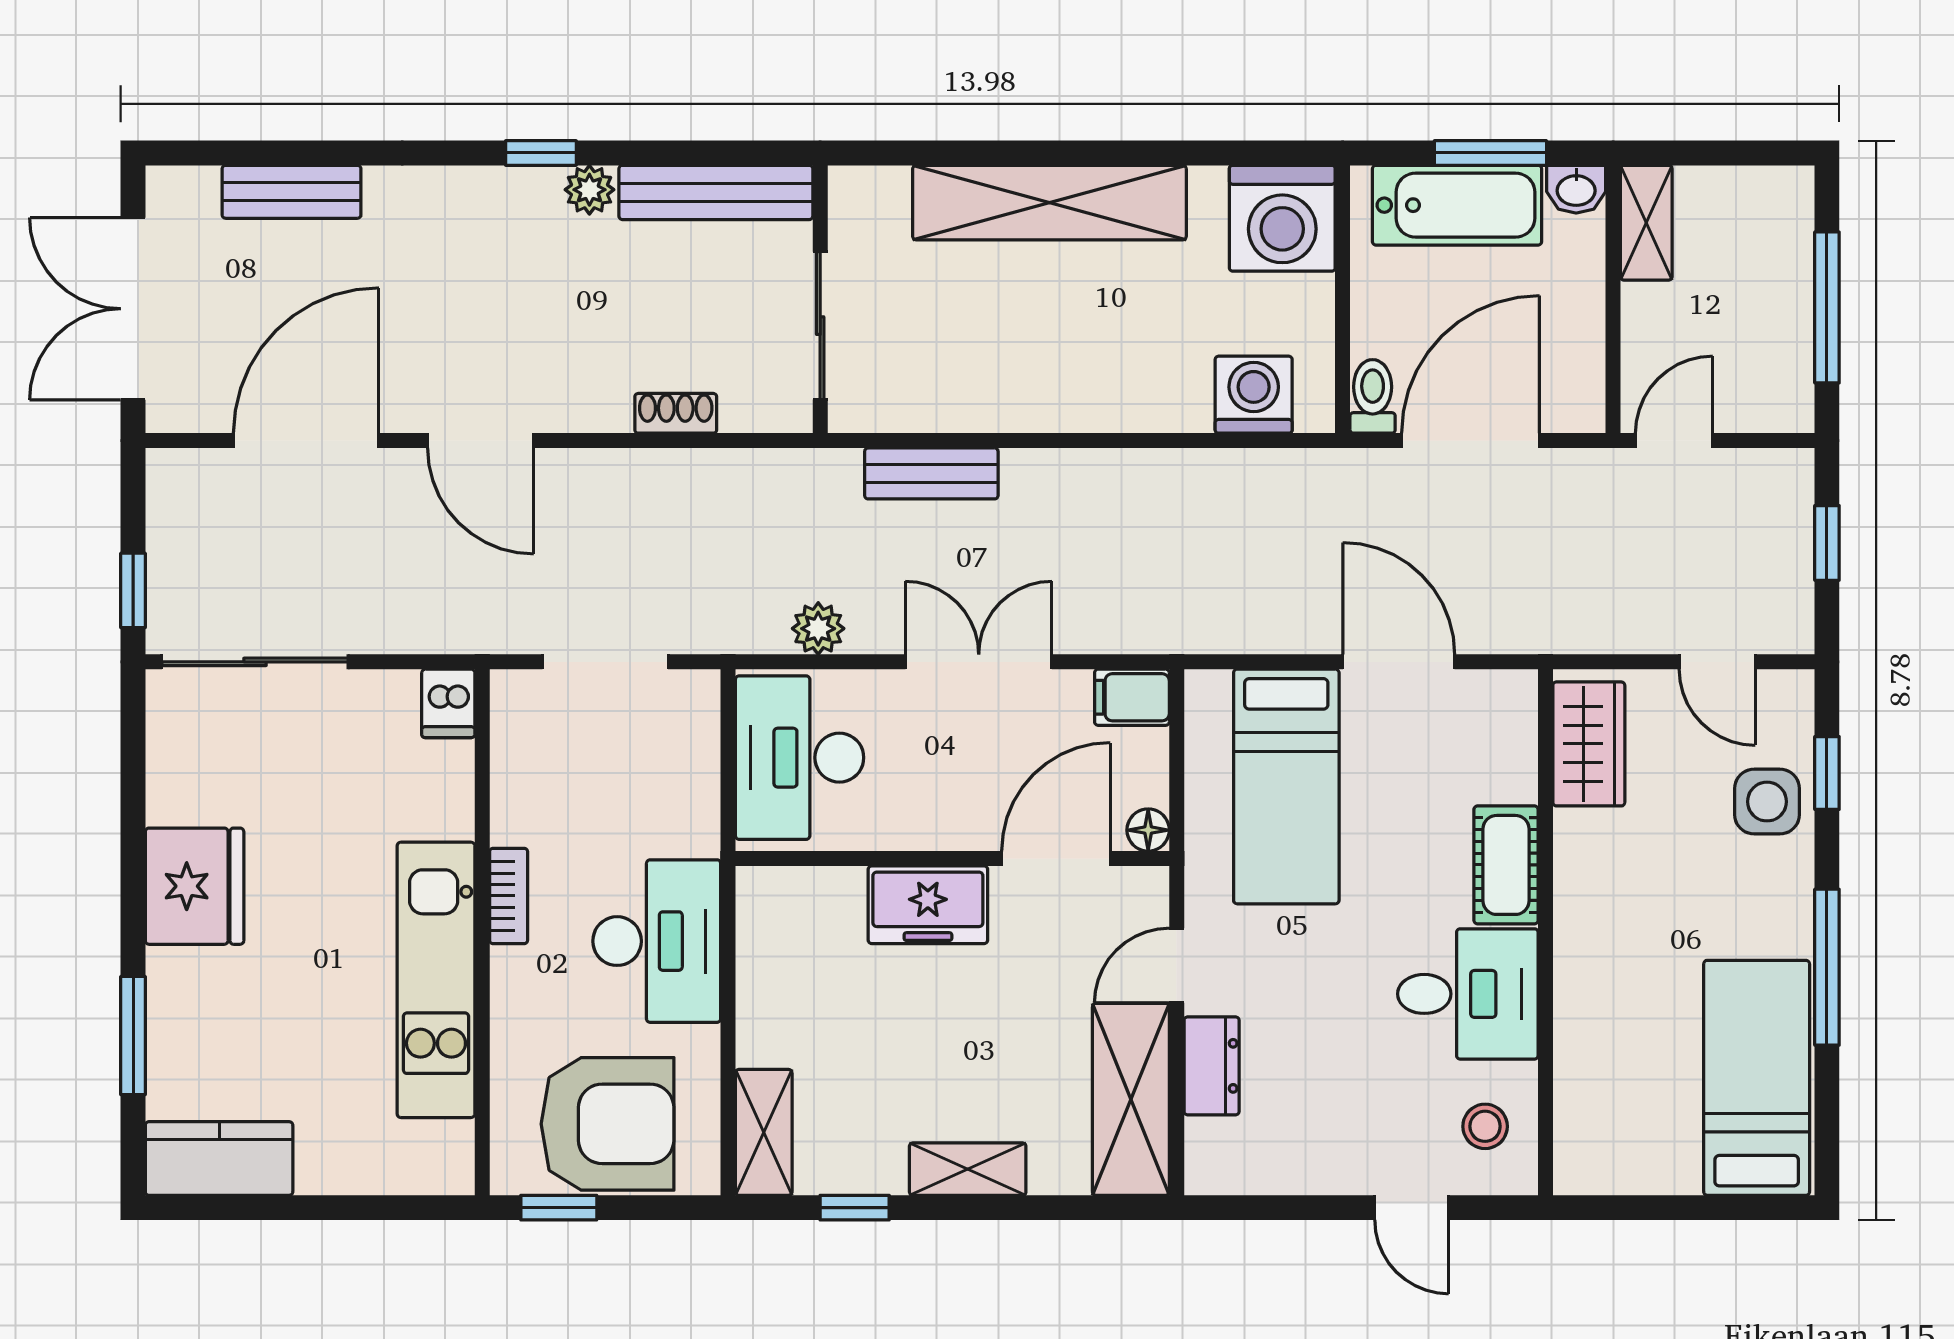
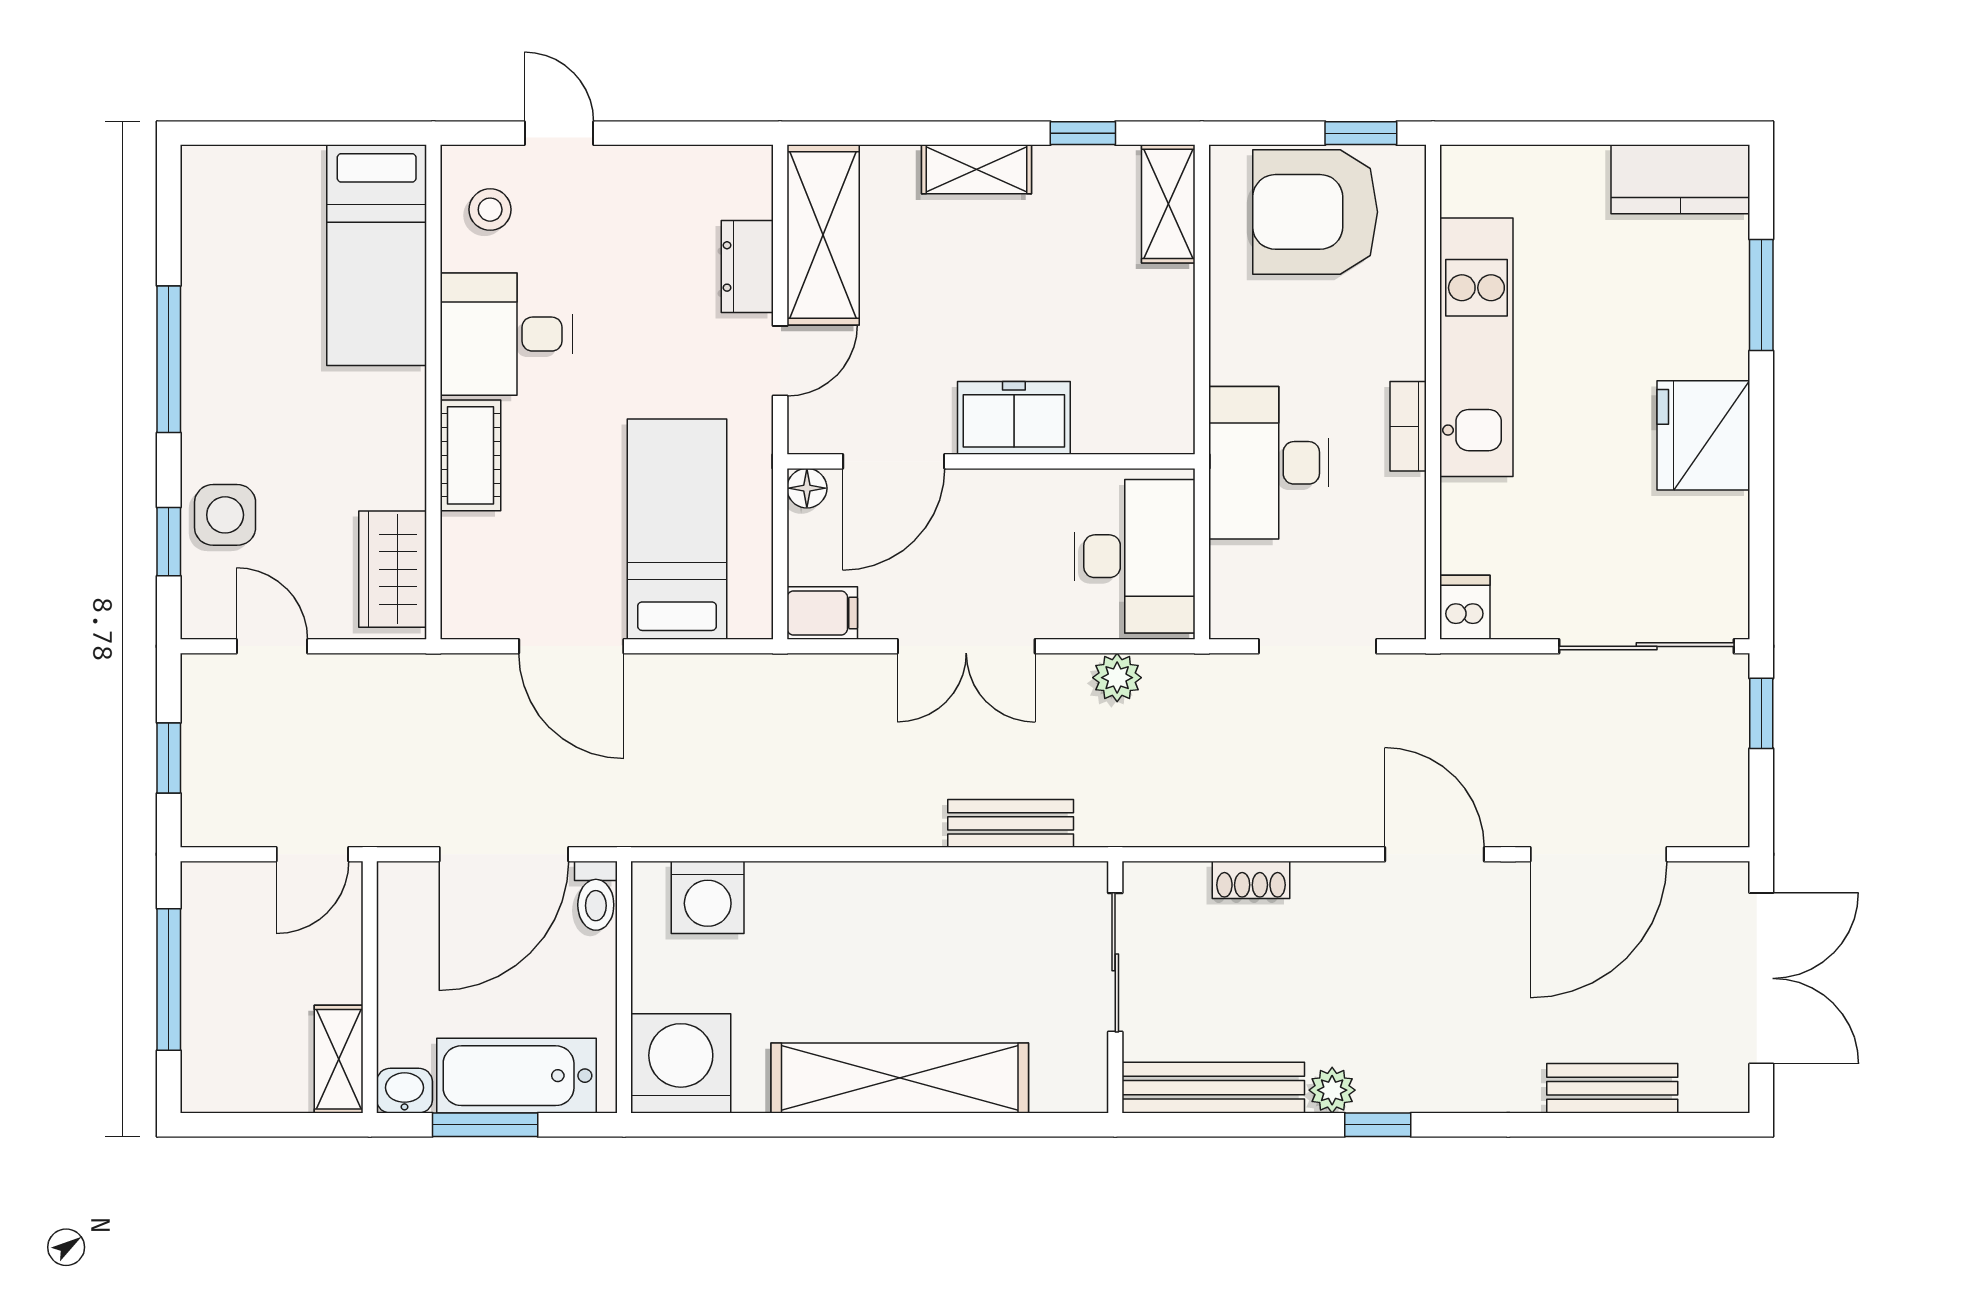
desk: (657, 941) -> (1269, 463), moved
bed: (1757, 1078) -> (377, 255), moved

